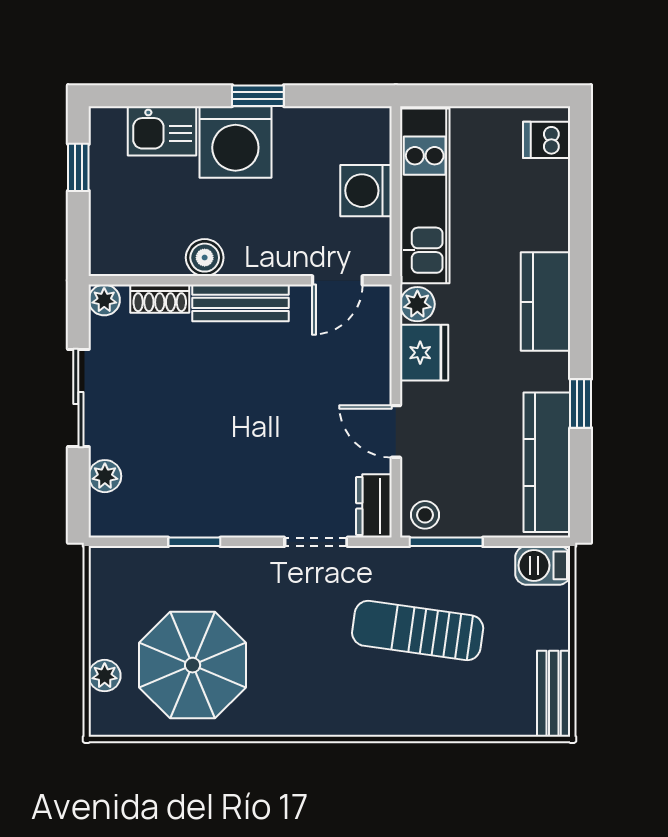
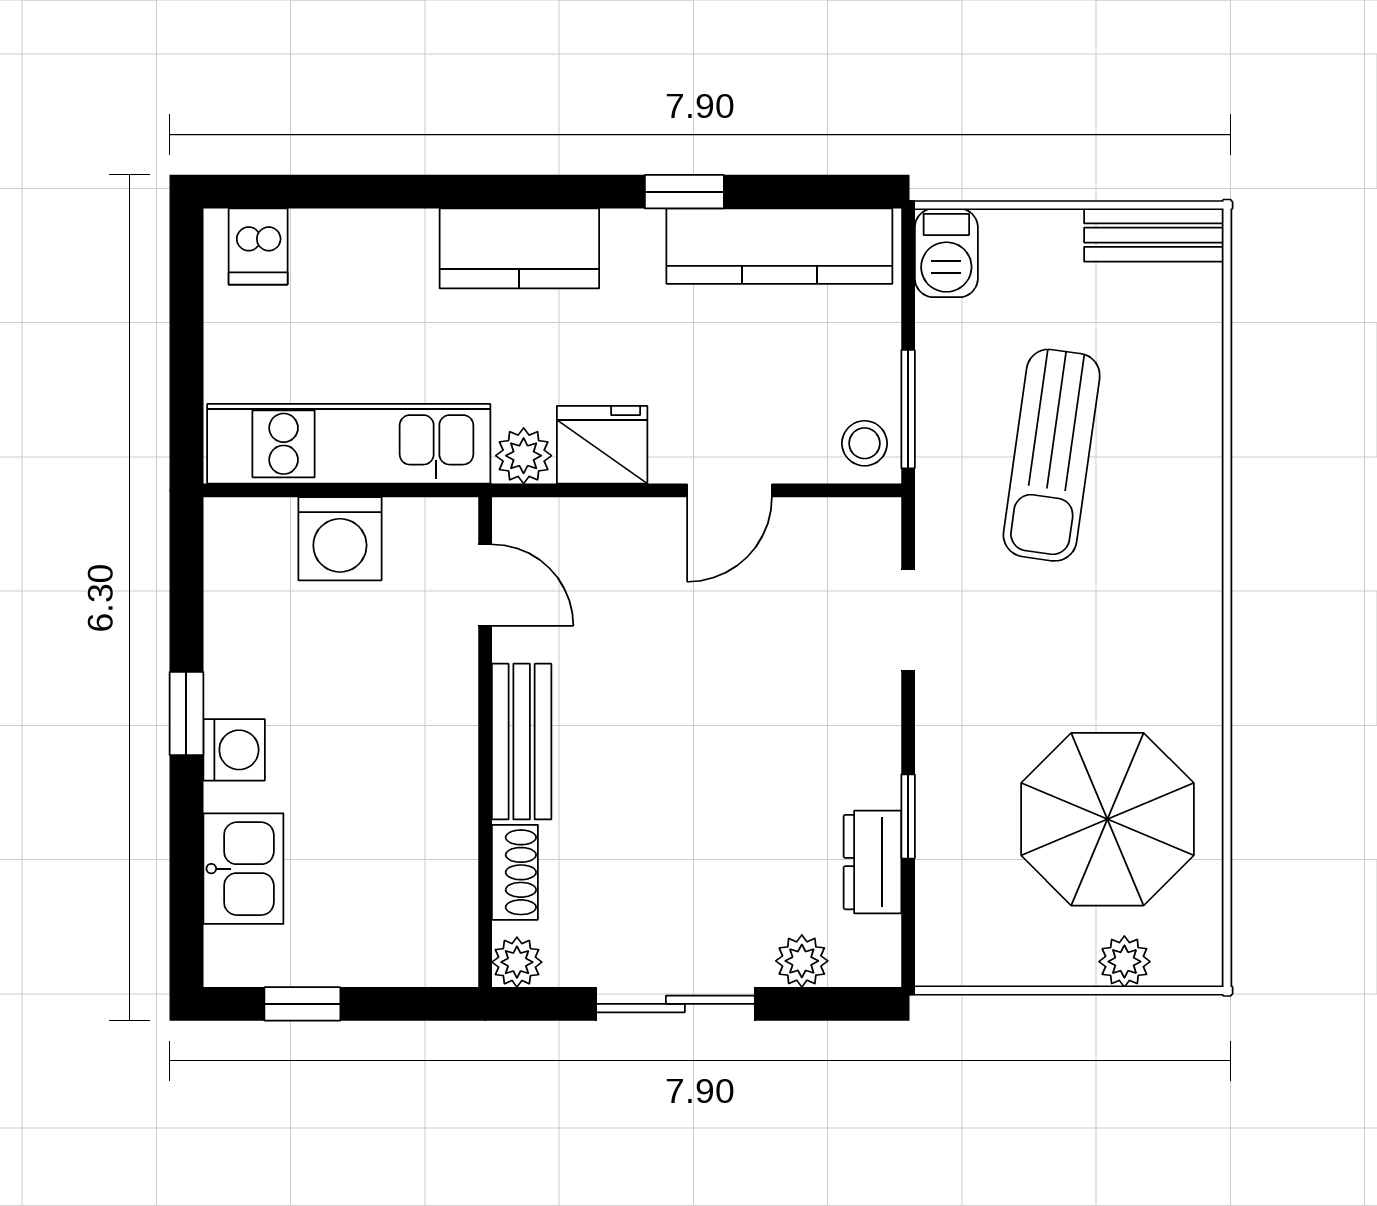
washing machine: (235, 142) -> (234, 750), width x0.53, depth x0.53
boiler: (205, 258) -> (448, 800), removed
dresser: (374, 506) -> (873, 862), moved, turned 90

